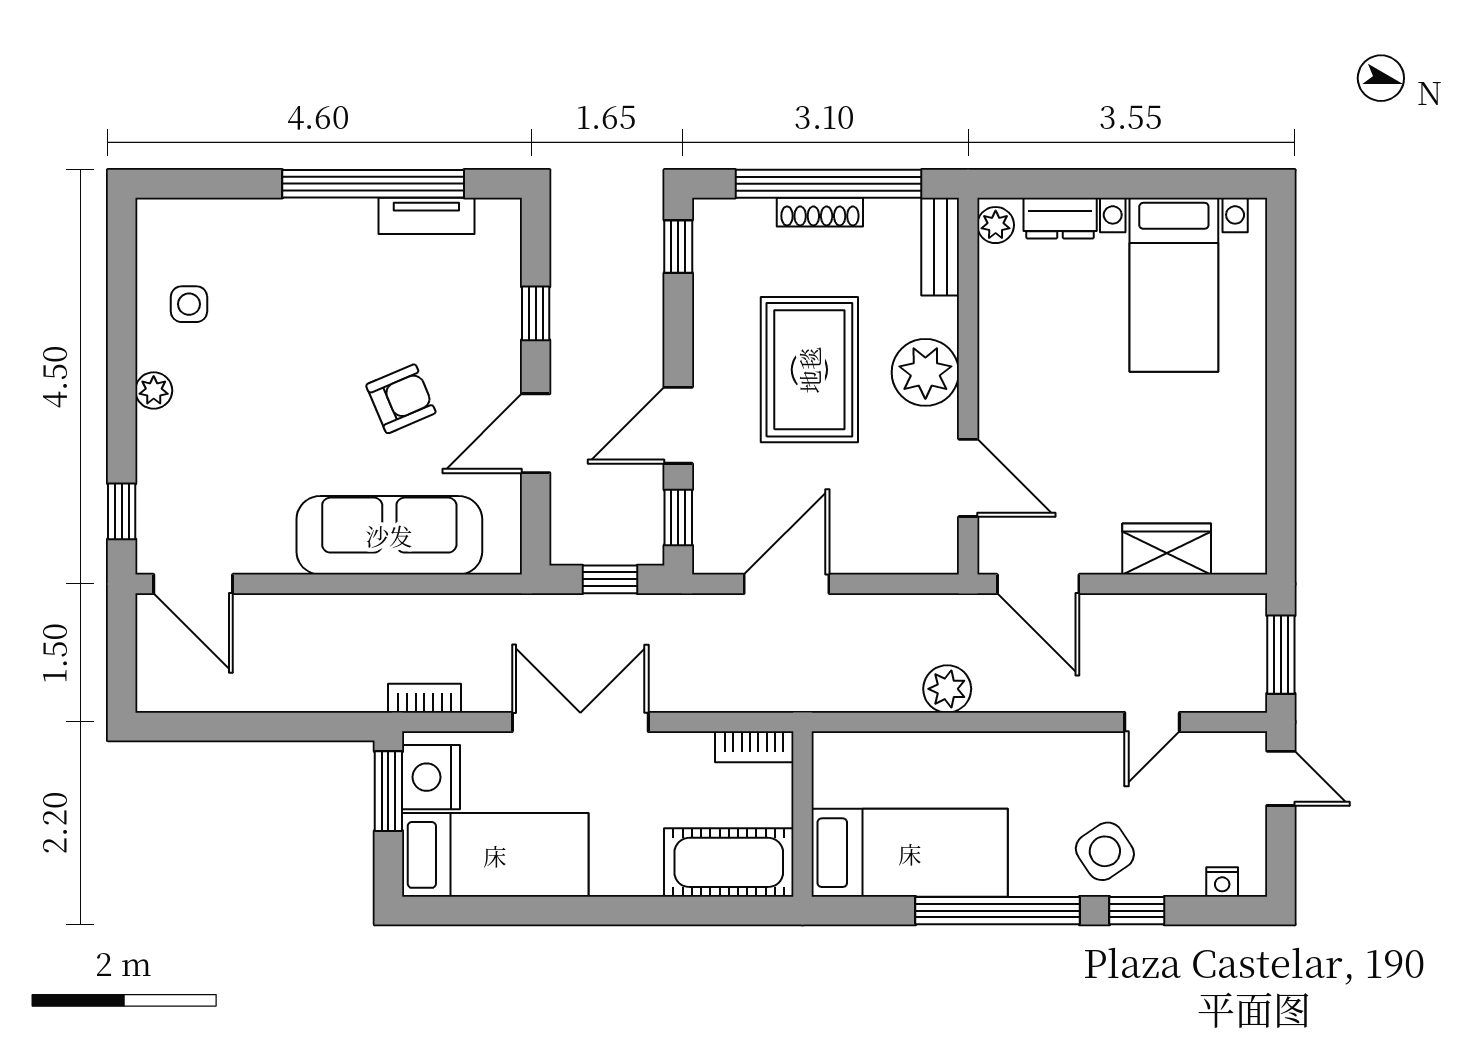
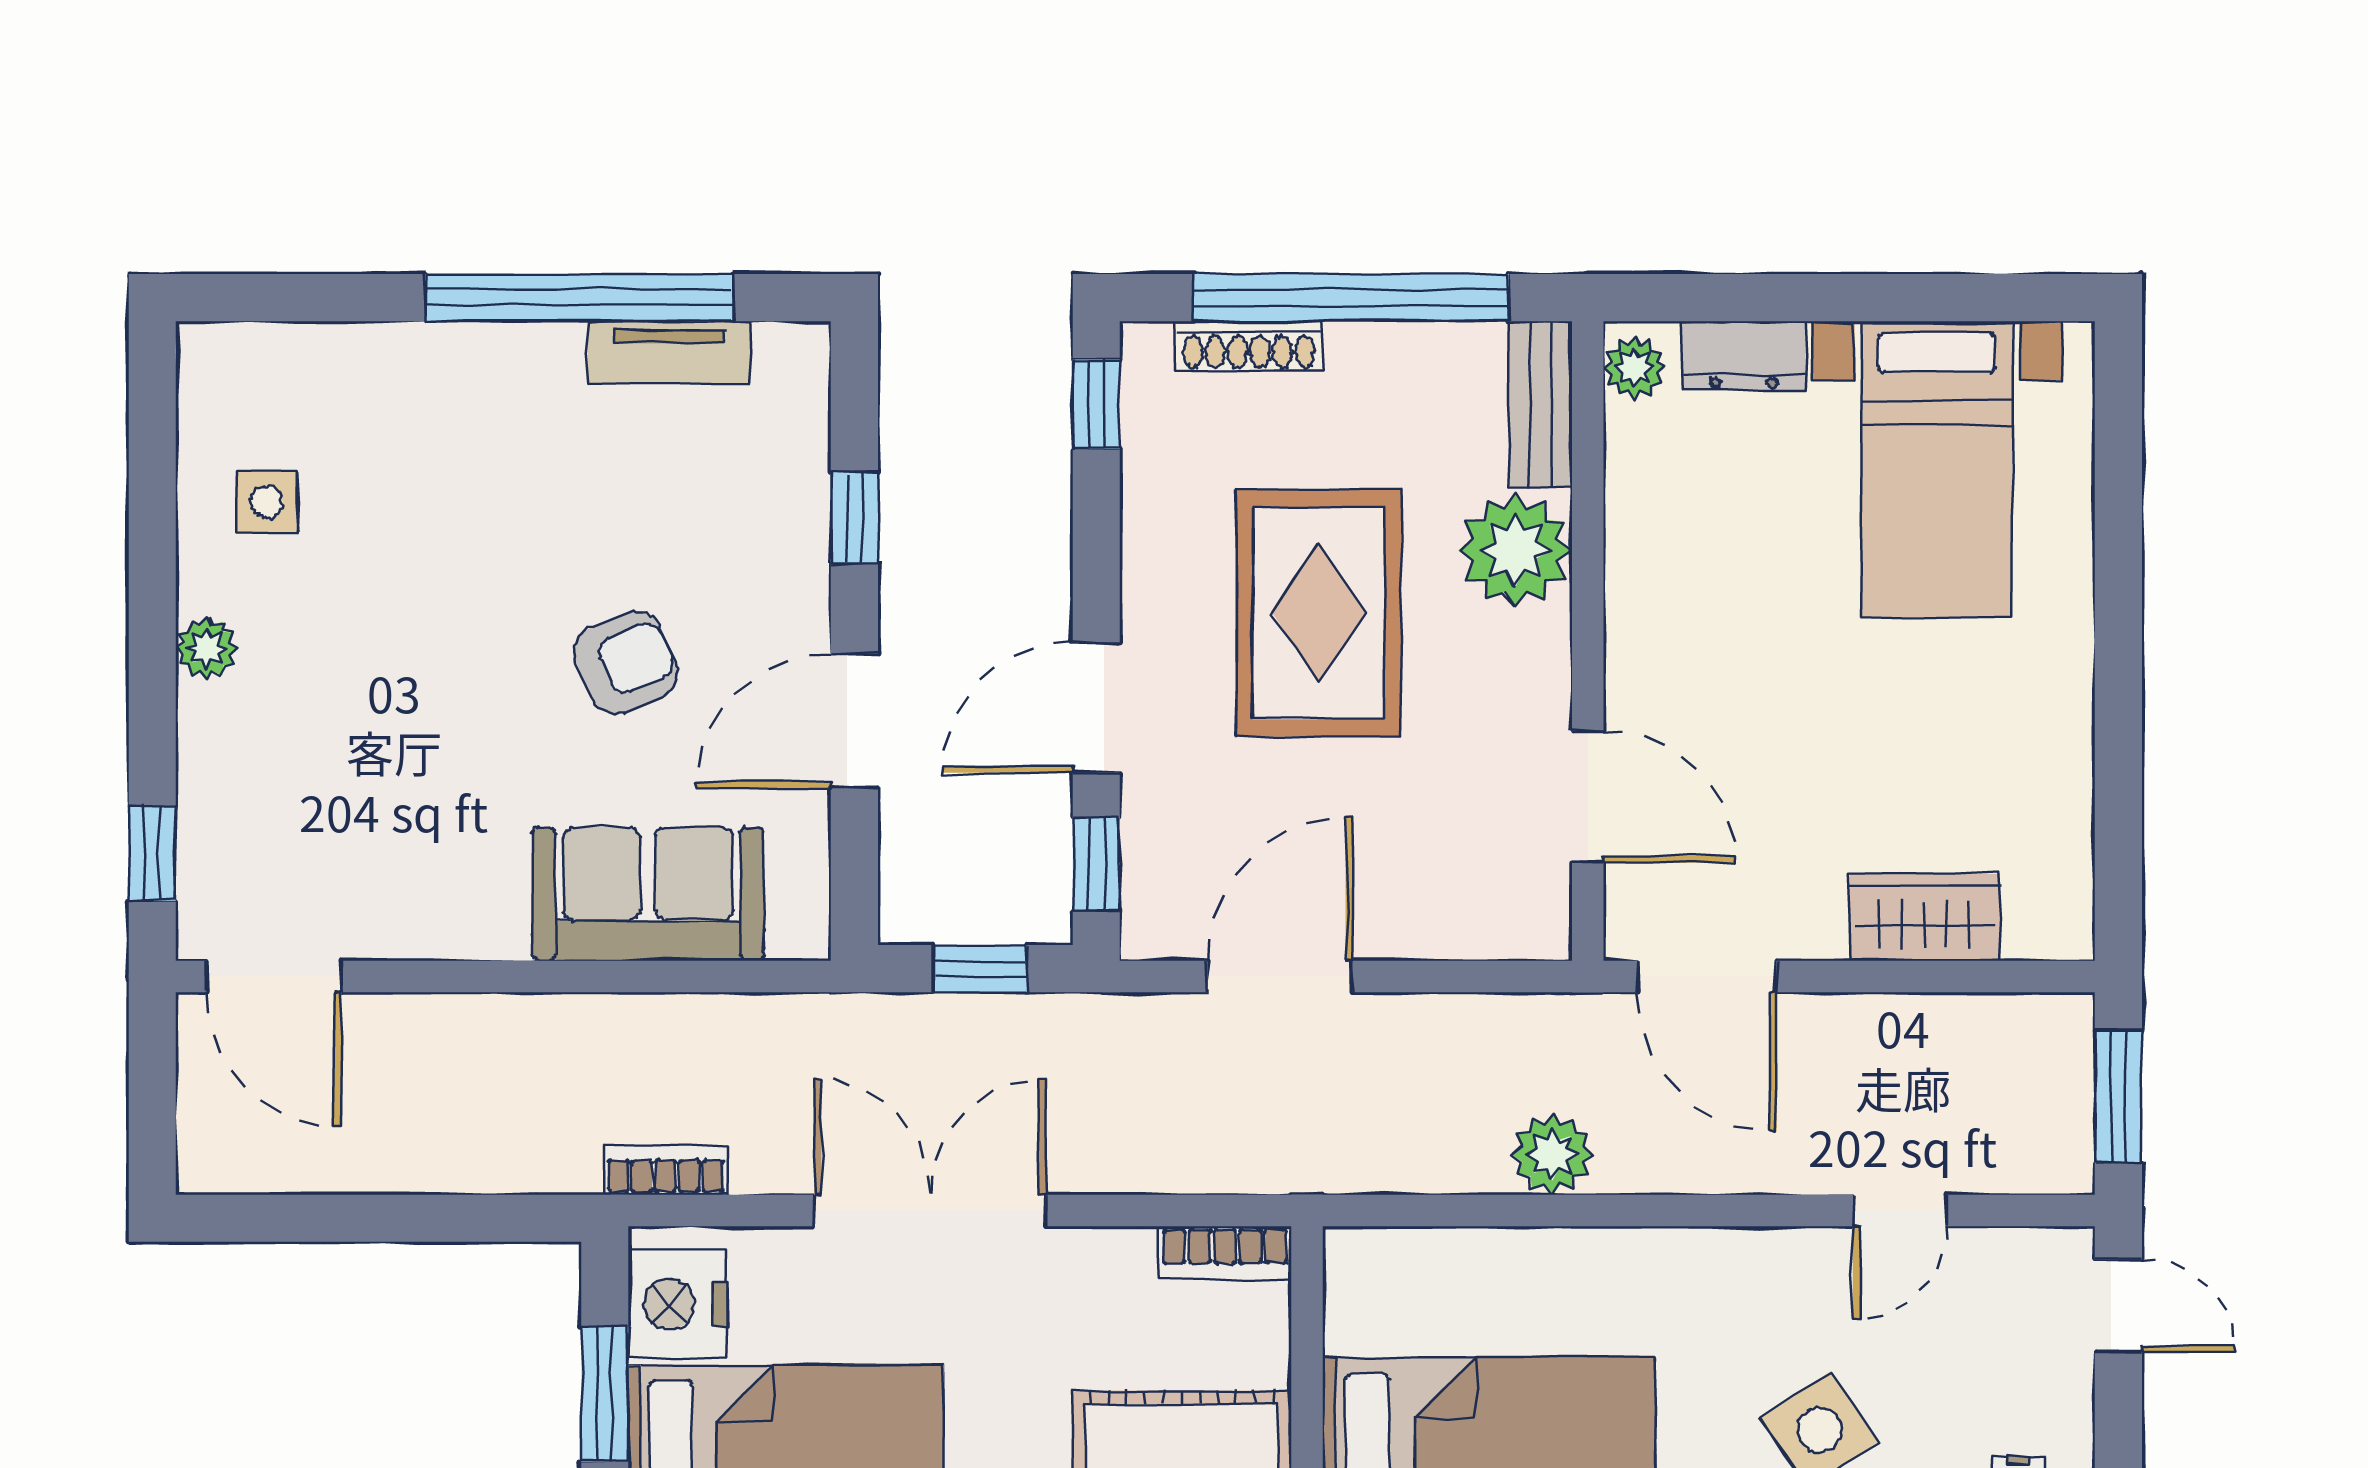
shoe rack: (820, 212) -> (1249, 346), moved
plant: (925, 372) -> (1515, 550), moved
sofa: (389, 535) -> (648, 894), width x0.73
window: (388, 791) -> (605, 1394), moved

